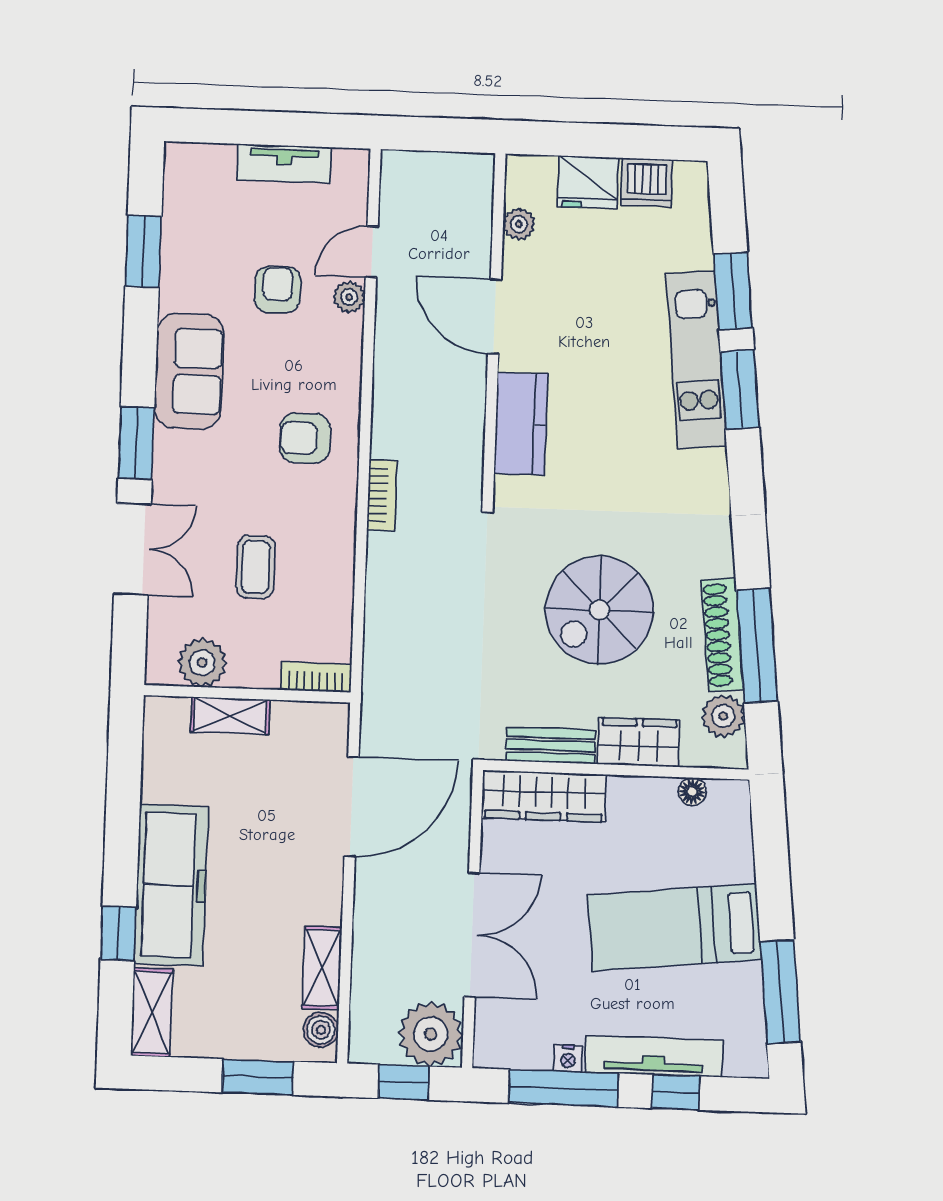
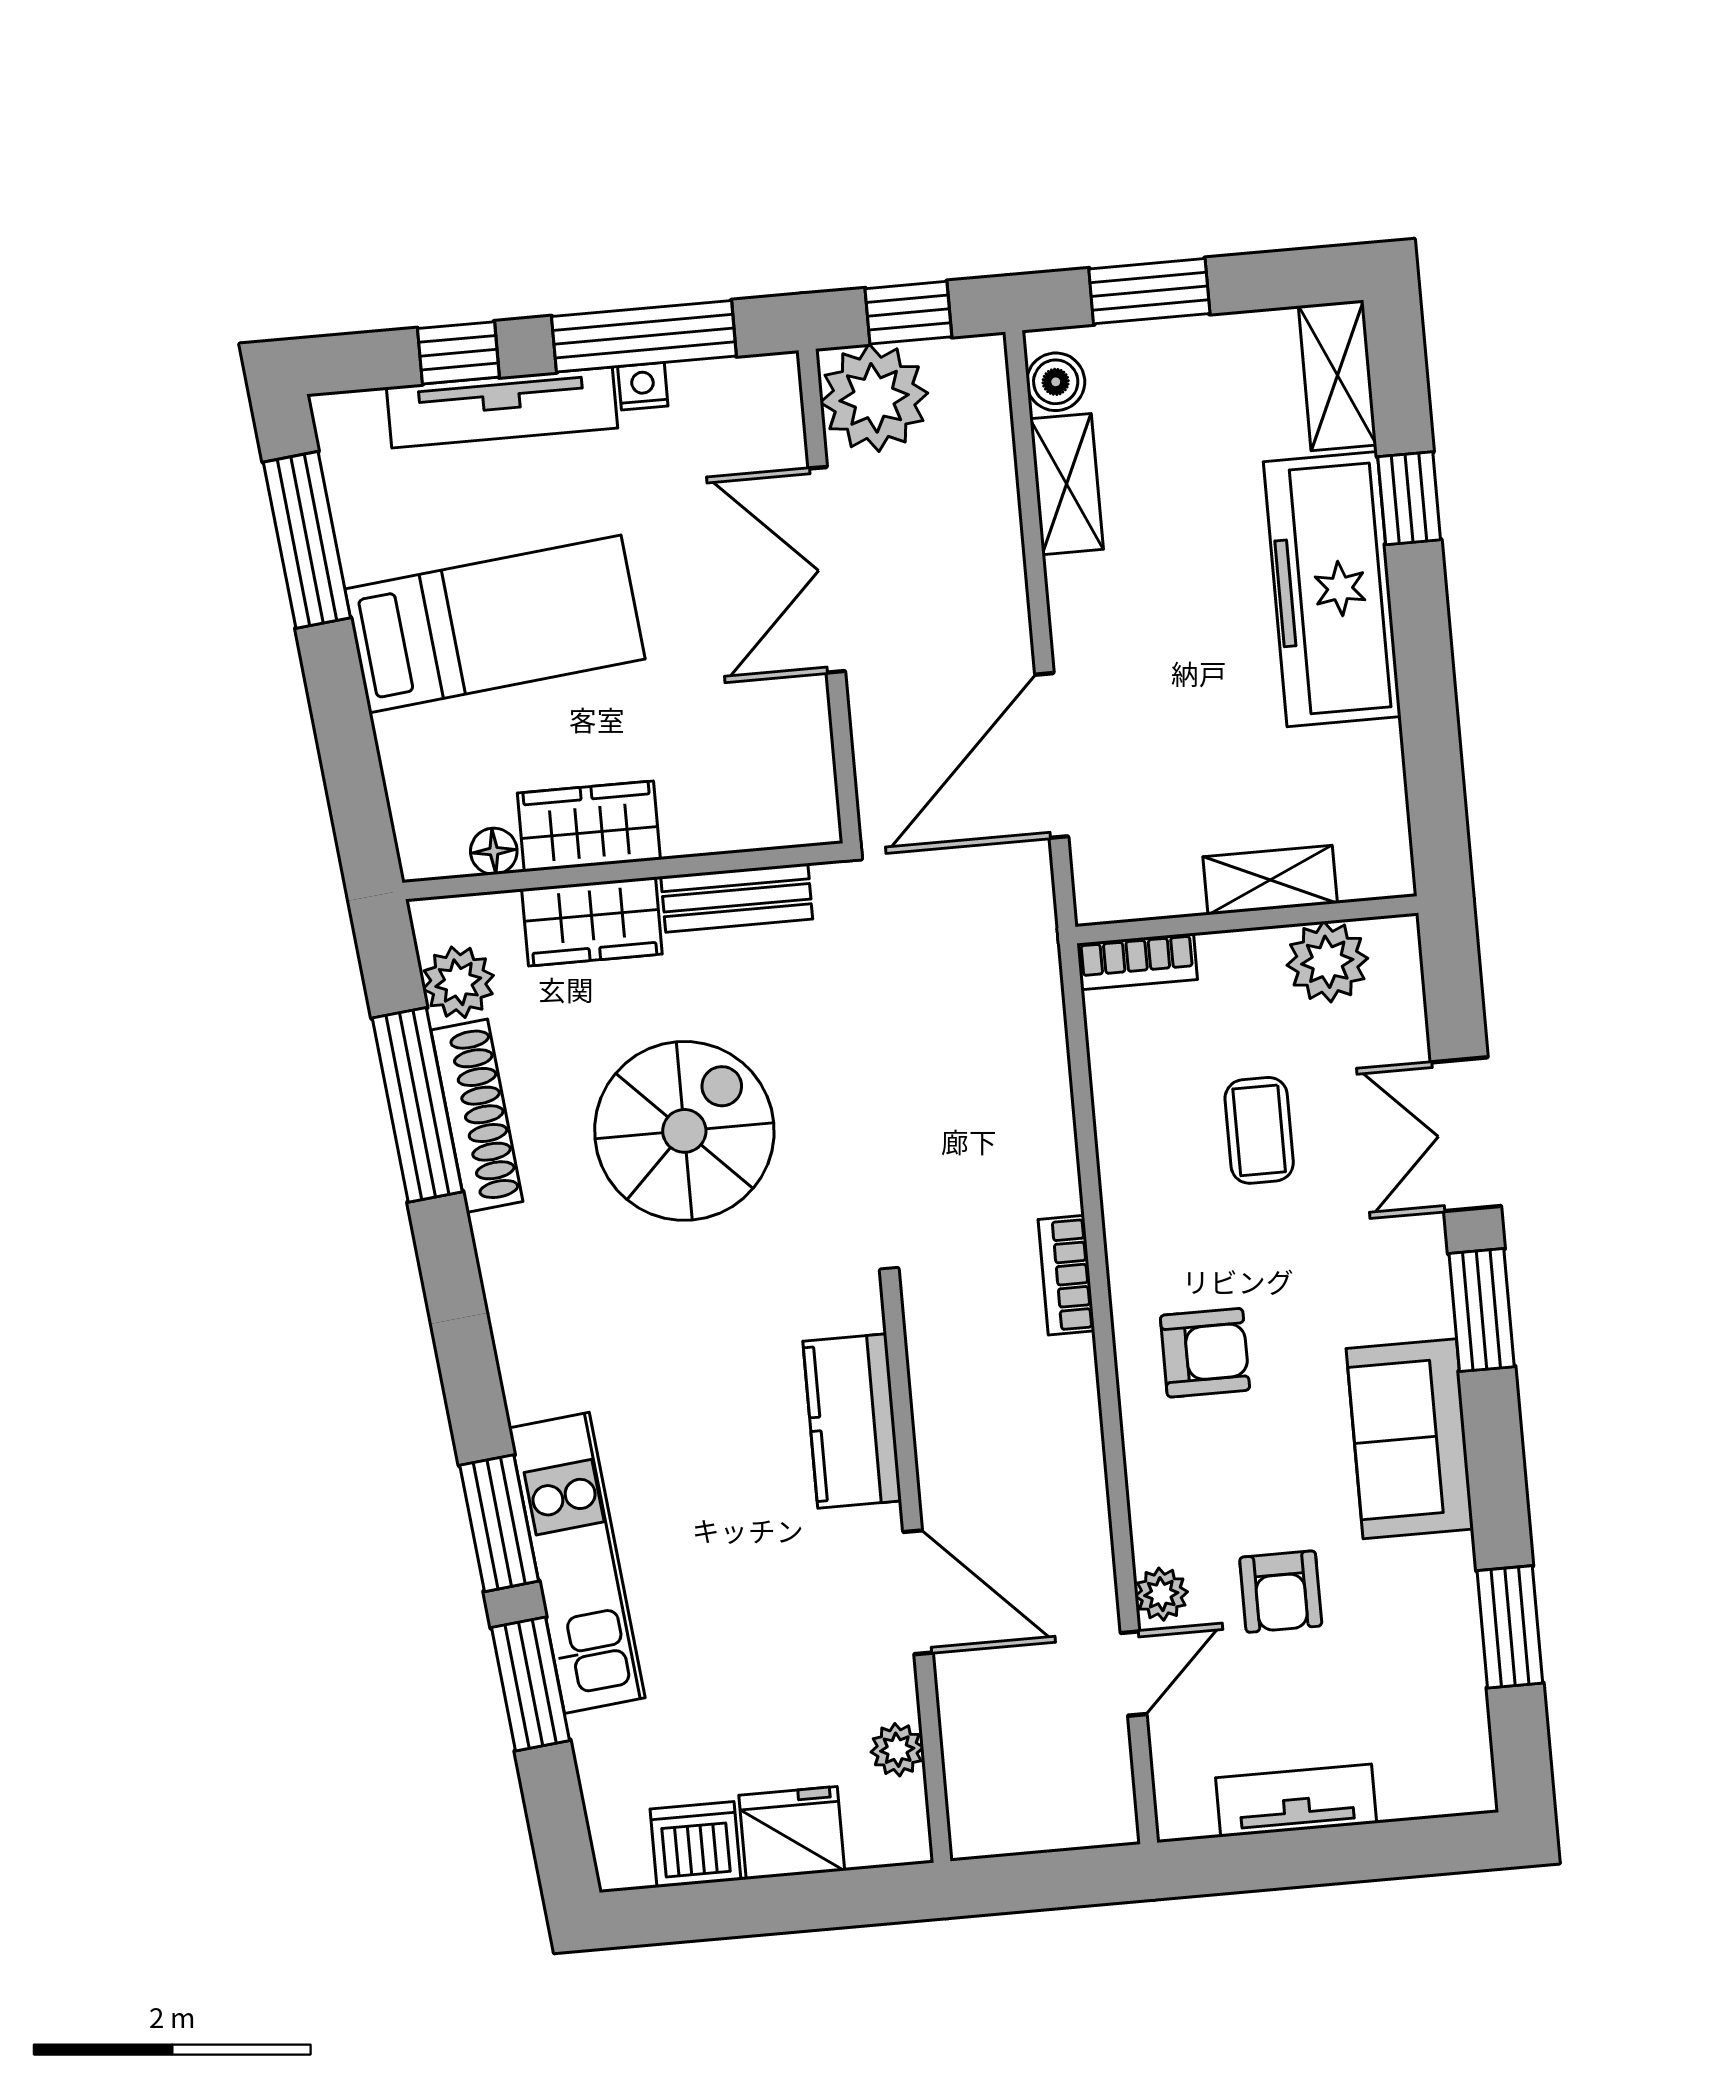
wardrobe: (544, 796) -> (589, 826), moved, width x0.67

